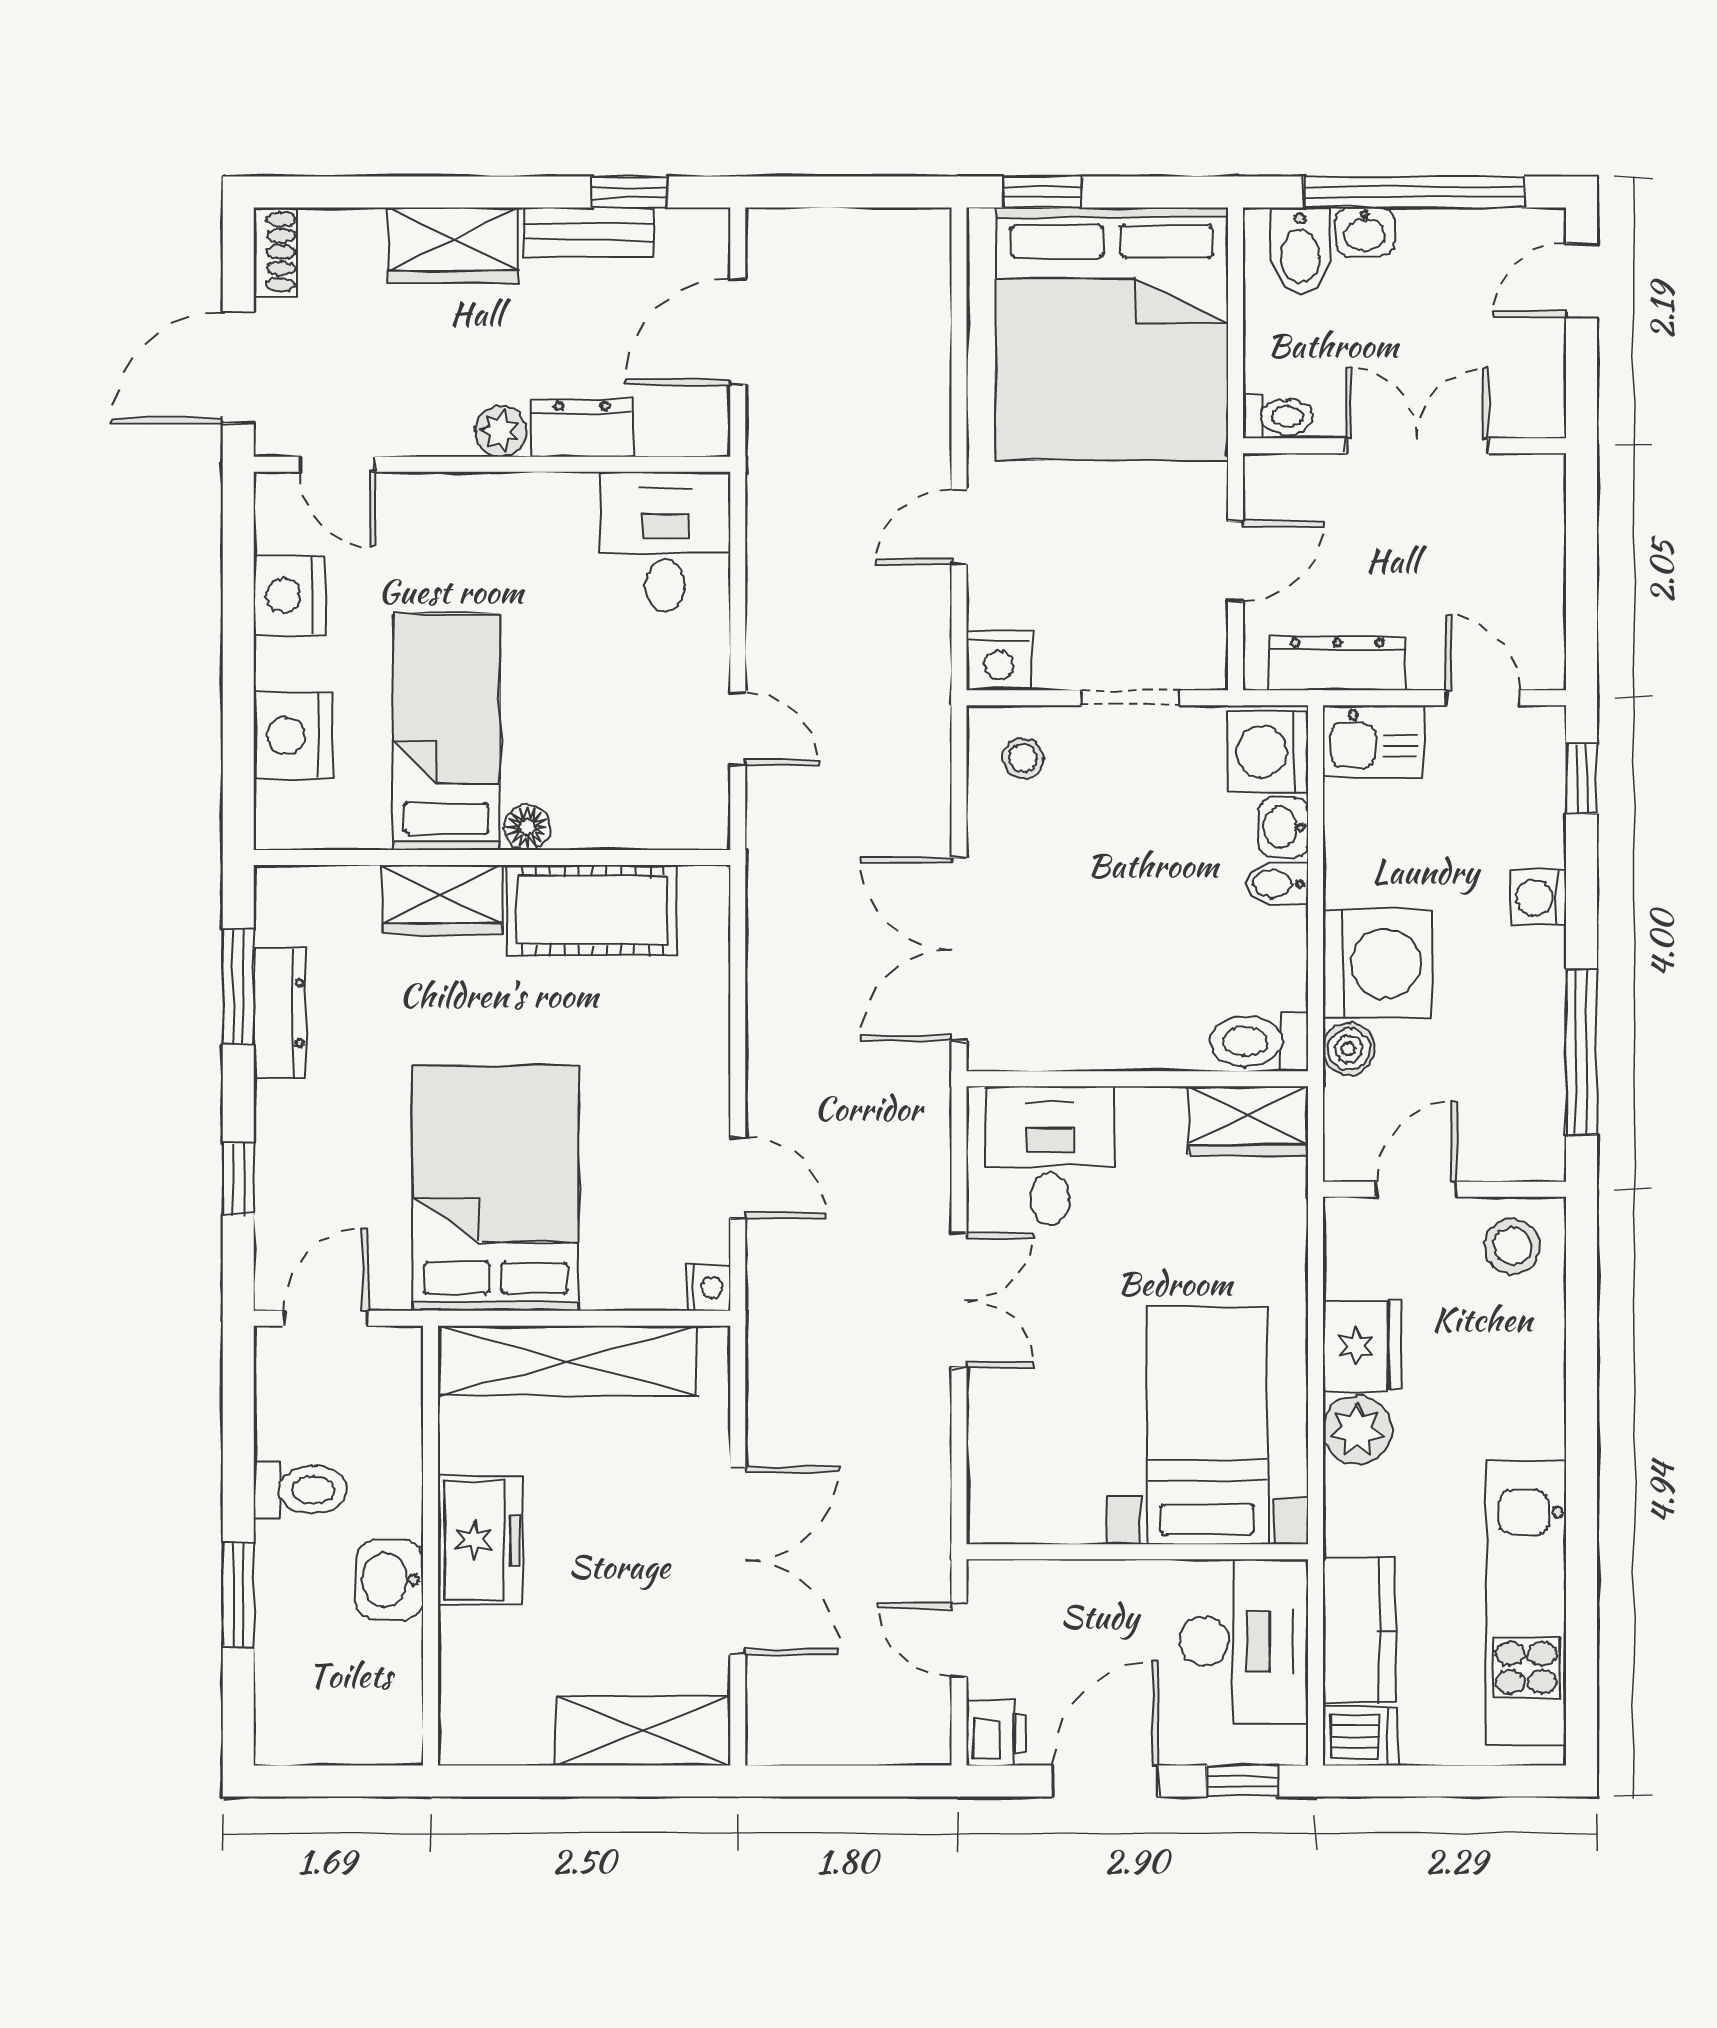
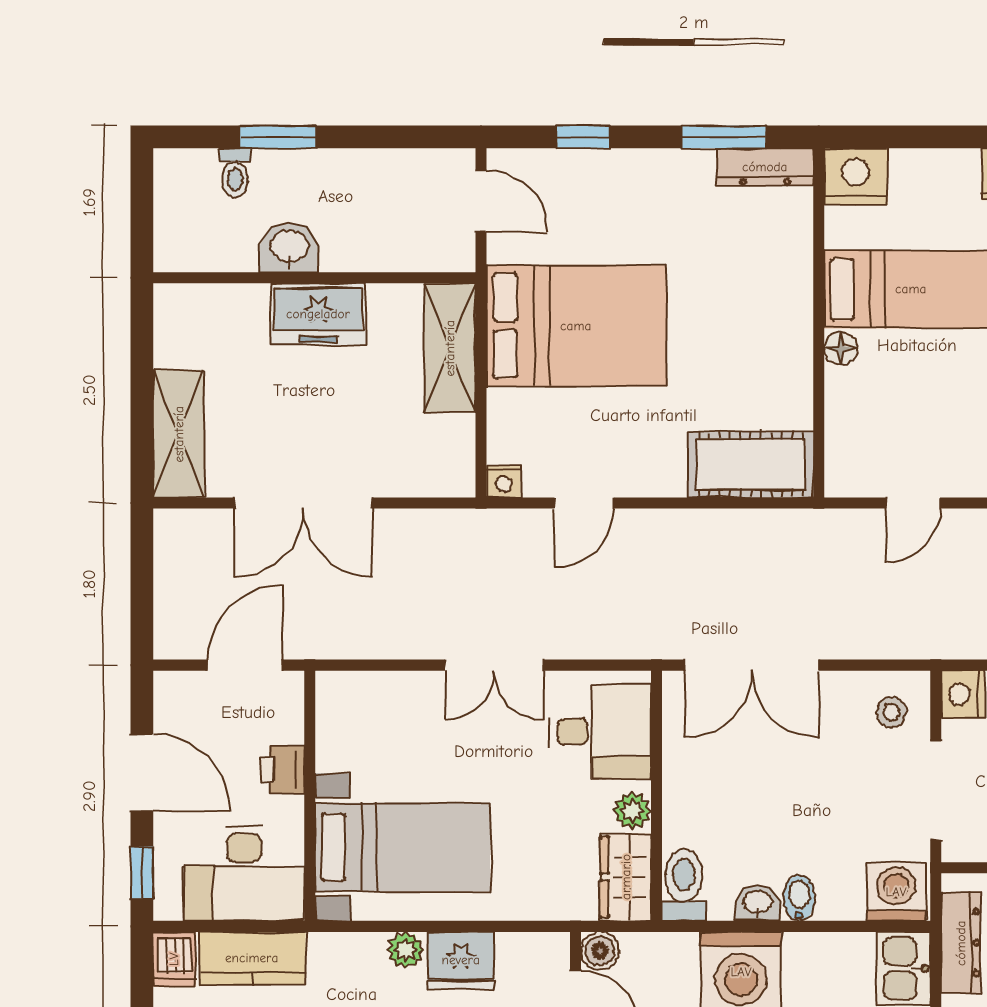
doorway: (1130, 698) -> (936, 791), width x1.38
nightstand: (292, 736) -> (856, 177), moved
washbasin: (1283, 827) -> (758, 903), moved
wardrobe: (442, 900) -> (788, 286), removed
cot: (592, 910) -> (751, 464), moved, turned 90
double door: (959, 949) -> (751, 665), swing flipped
dresser: (279, 1013) -> (765, 167), moved
boiler: (1349, 1049) -> (600, 951), moved
plant: (1158, 1112) -> (632, 811), added
shelving: (567, 1361) -> (450, 348), width x0.68
plant: (1357, 1430) -> (406, 950), width x0.73, depth x0.73
toilet: (300, 1490) -> (235, 173), moved, width x0.73, depth x0.72
door: (959, 1640) -> (245, 665), width x1.38
printer: (996, 1733) -> (283, 770), moved, turned 90

